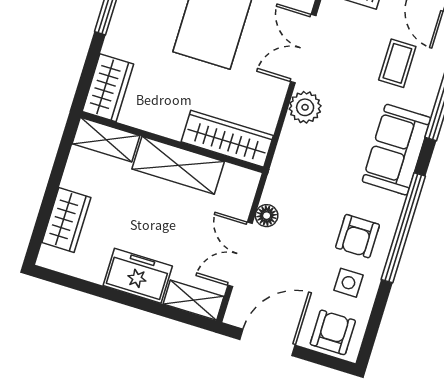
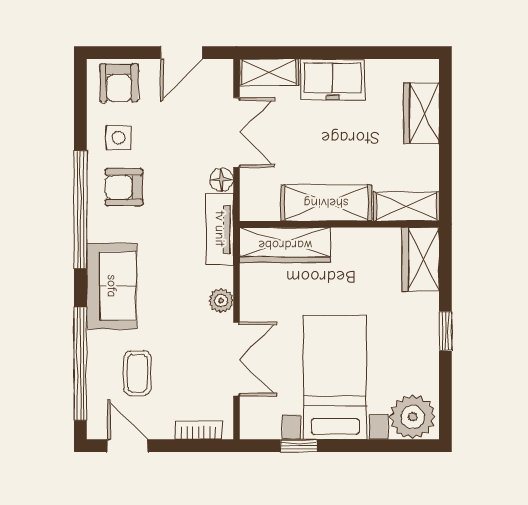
plant: (305, 107) -> (221, 300), width x0.73, depth x0.73
tv unit: (282, 171) -> (220, 229), added
armchair: (358, 236) -> (124, 187), turned -90
door: (268, 342) -> (182, 53), width x0.73

